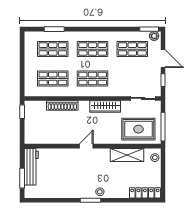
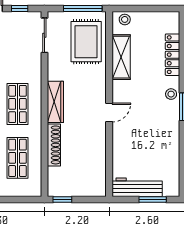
wardrobe: (105, 107) -> (55, 102), moved
door: (86, 146) -> (109, 113), swing flipped
locker: (145, 193) -> (173, 55), moved

